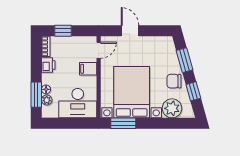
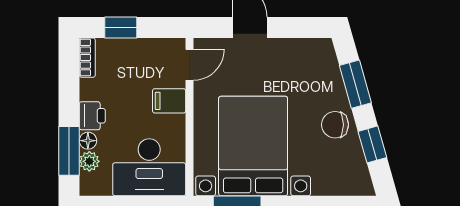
printer: (48, 65) -> (92, 116), moved
plant: (172, 108) -> (331, 177), removed

